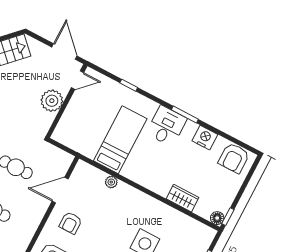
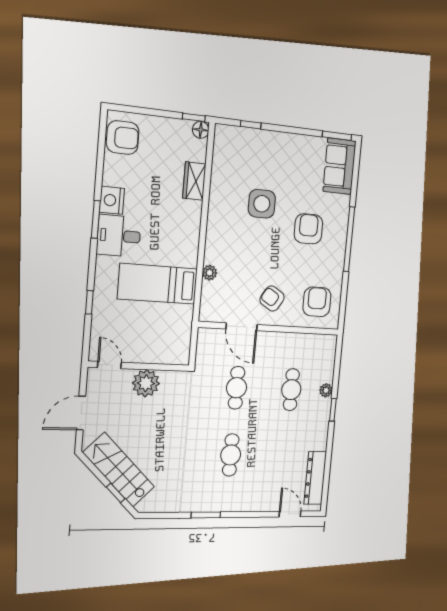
door: (64, 52) -> (81, 413), moved
nightstand: (205, 138) -> (112, 200), moved
armchair: (71, 223) -> (272, 298), turned -148

